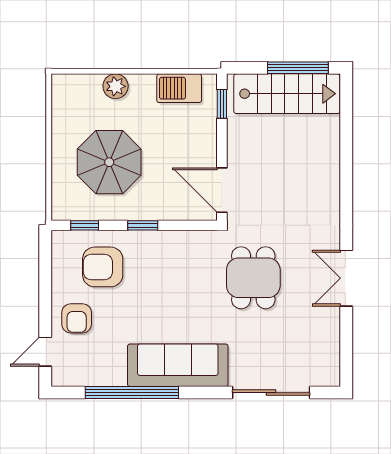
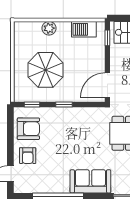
door: (222, 190) -> (107, 85), hinge flipped
armchair: (103, 267) -> (28, 129), moved, turned 180
sofa: (178, 365) -> (90, 181), width x0.73

